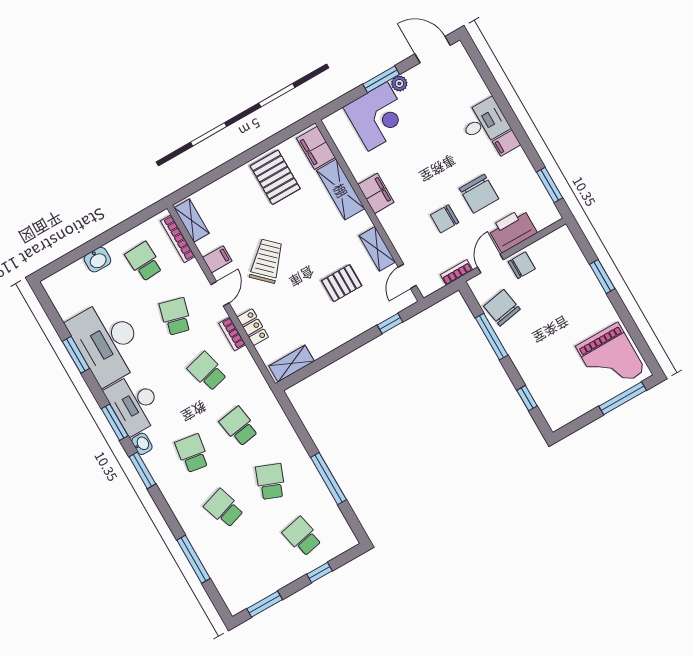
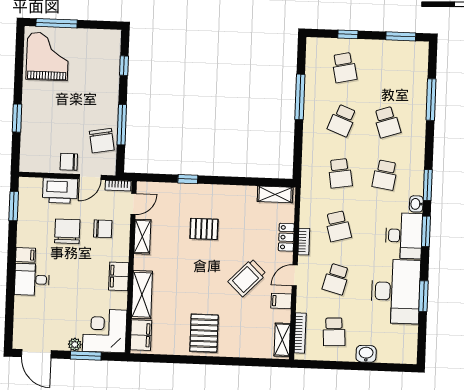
filing cabinet: (316, 148) -> (141, 335), moved
shelving: (341, 190) -> (142, 295), moved
filing cabinet: (376, 193) -> (119, 276), moved
wall: (369, 211) -> (131, 267), moved
shelving: (377, 249) -> (142, 237), moved
door: (407, 276) -> (133, 204), moved

